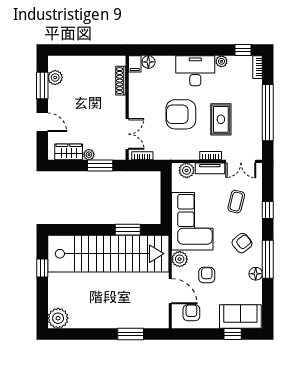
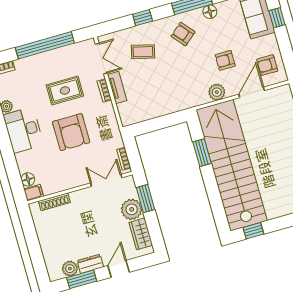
dresser: (54, 98) -> (90, 264), added
plant: (89, 155) -> (132, 209), width x1.88, depth x1.88
plant: (187, 170) -> (126, 110), removed
corner sofa: (192, 221) -> (175, 90), removed
window: (42, 268) -> (253, 231), moved

